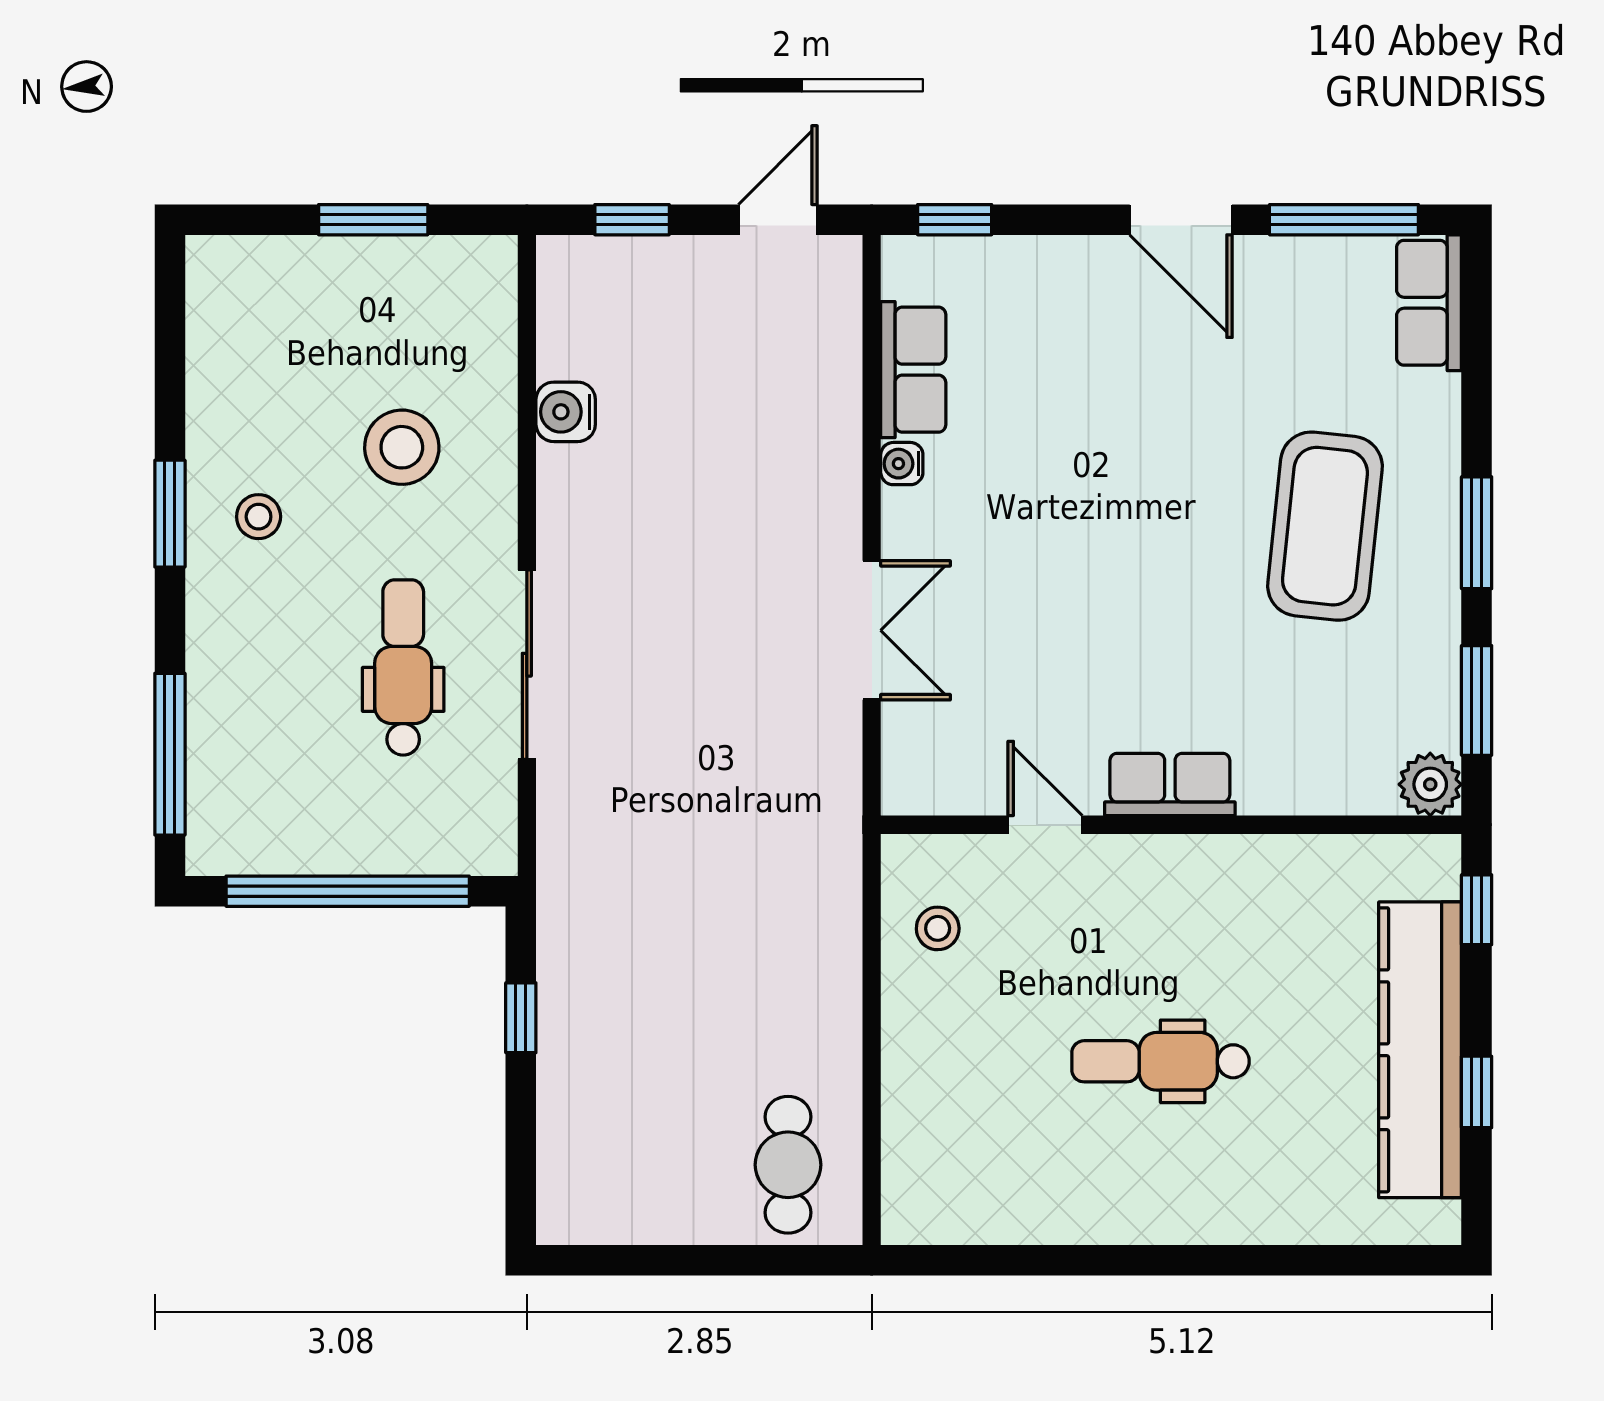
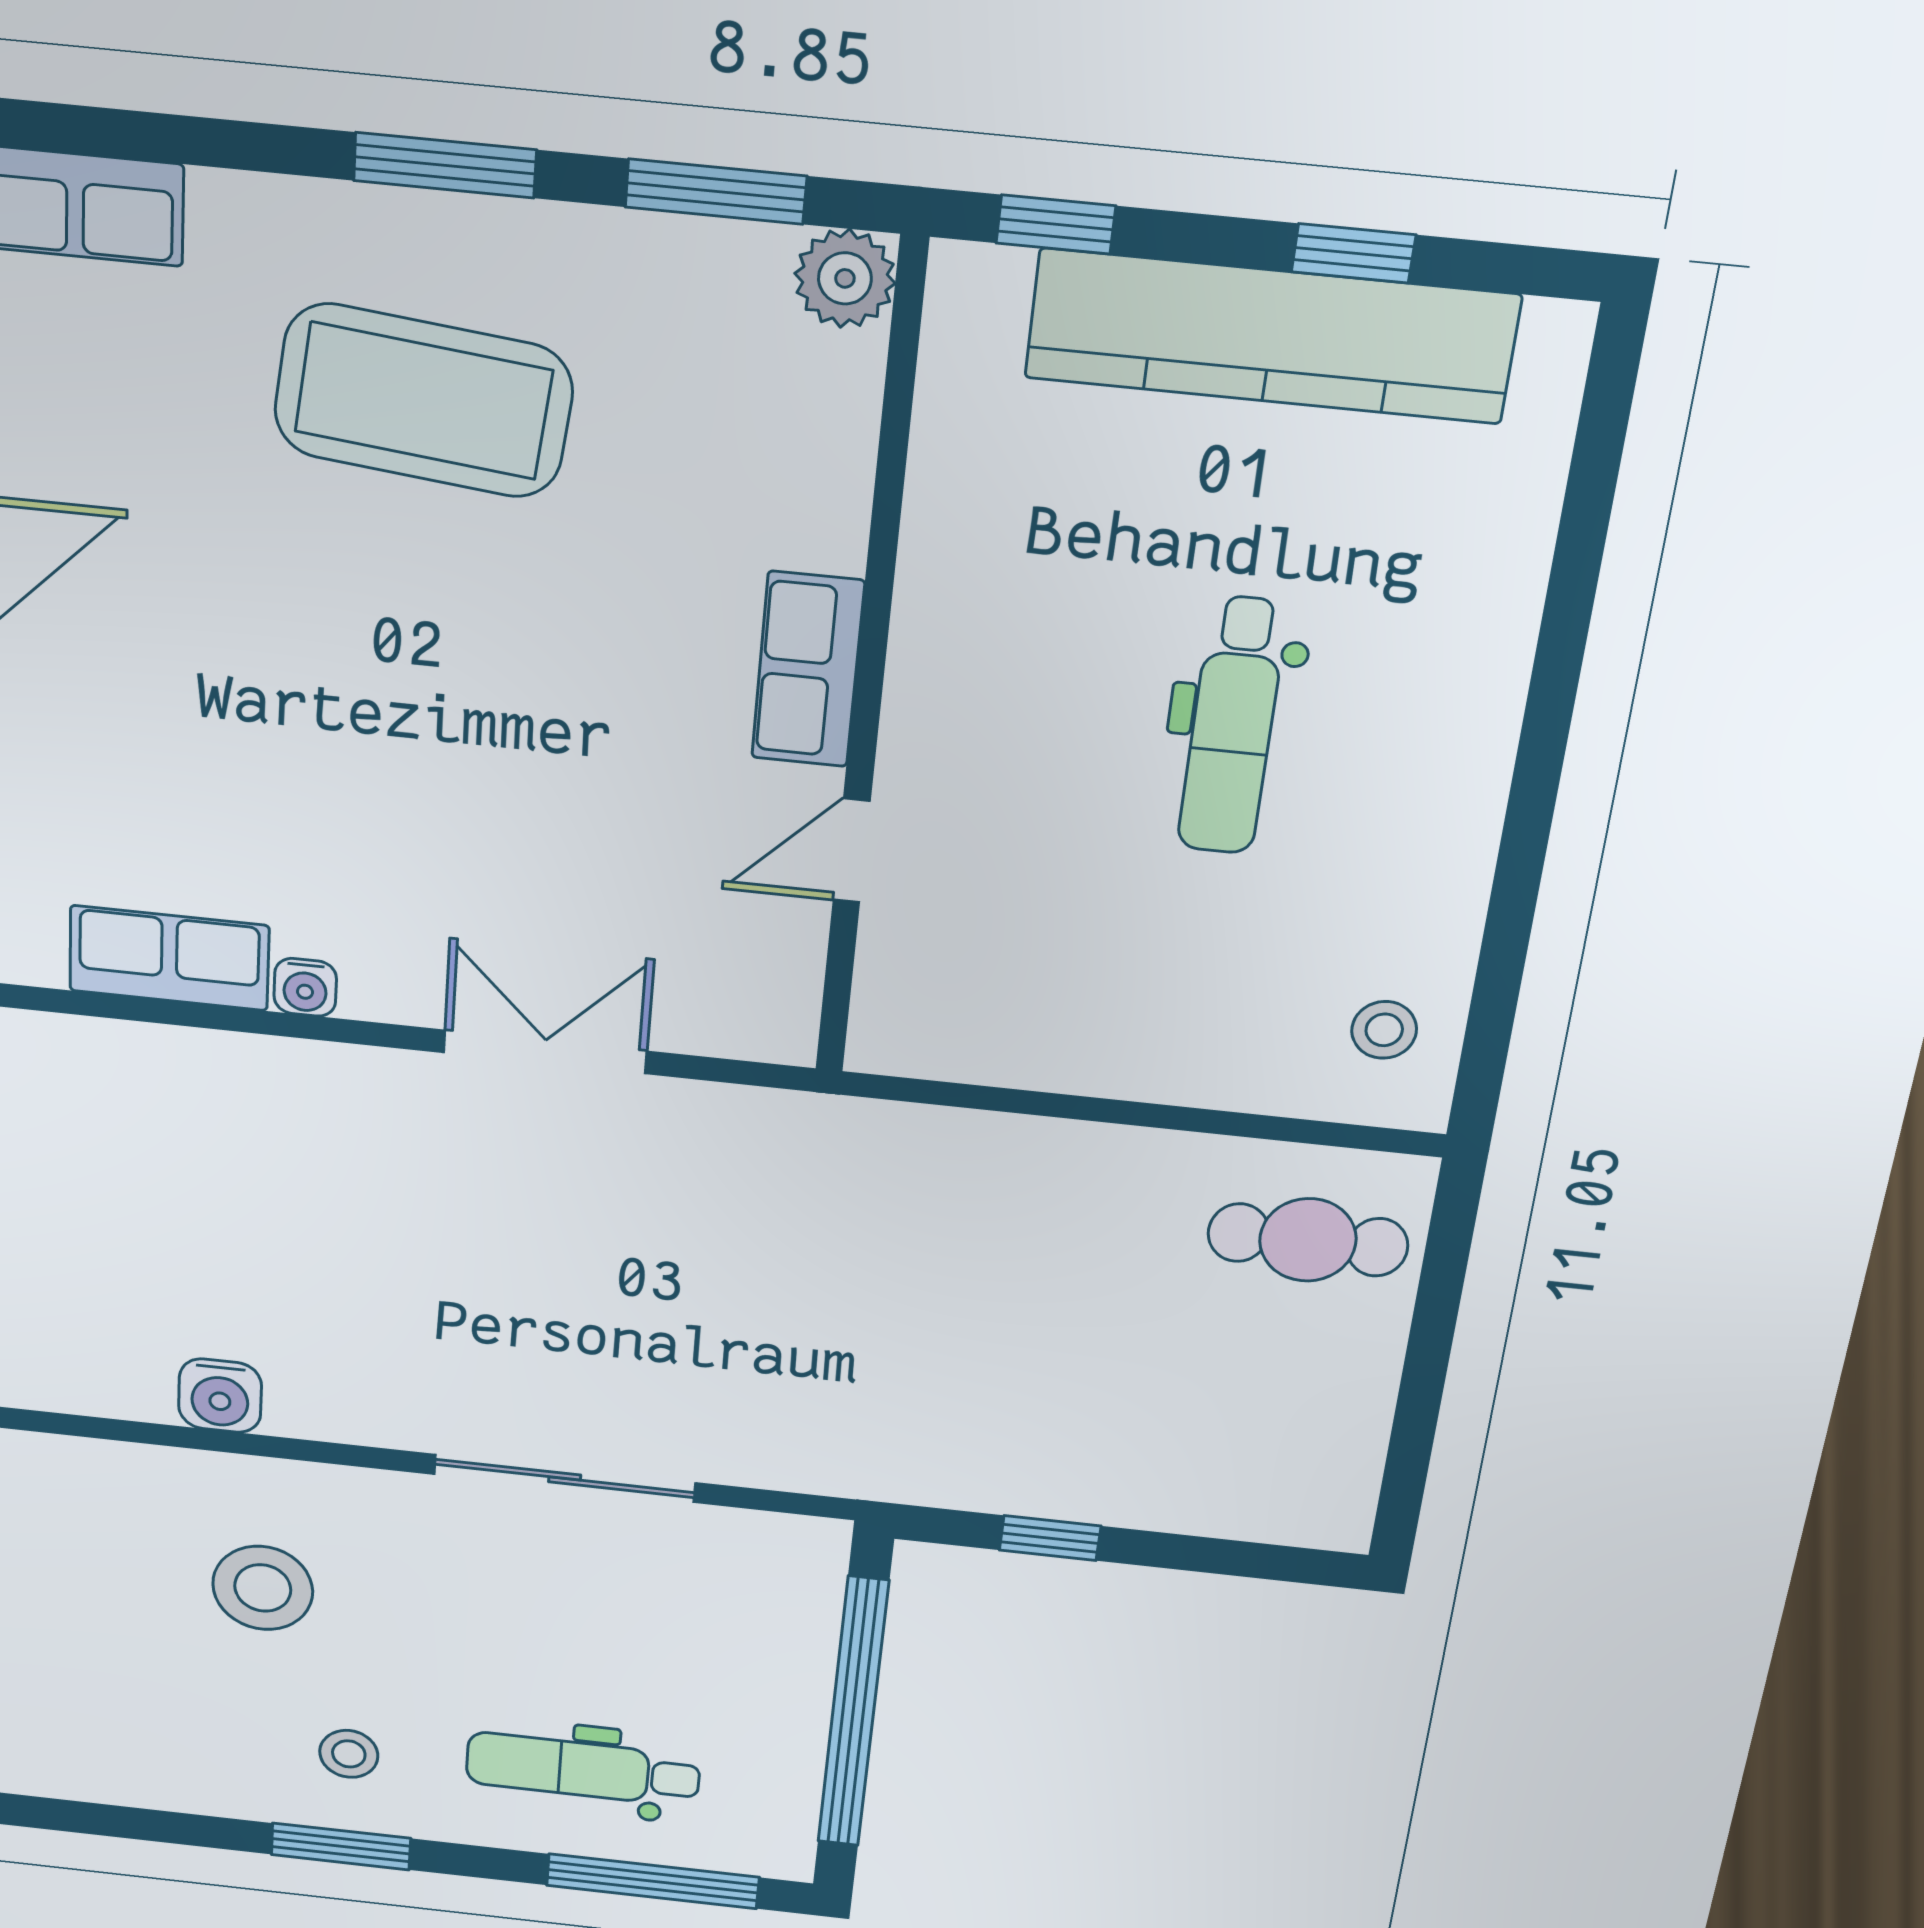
dental chair: (403, 667) -> (583, 1769), moved
stool: (938, 928) -> (1384, 1030), moved

